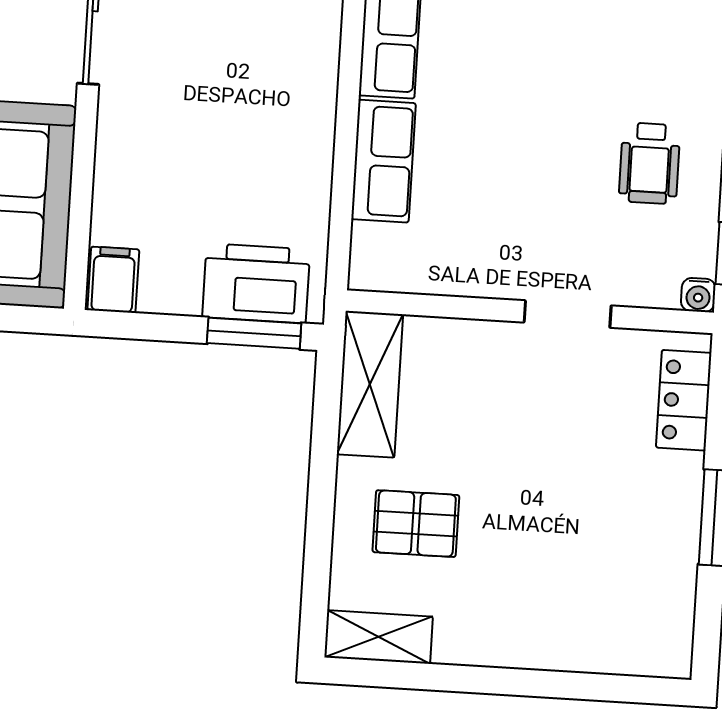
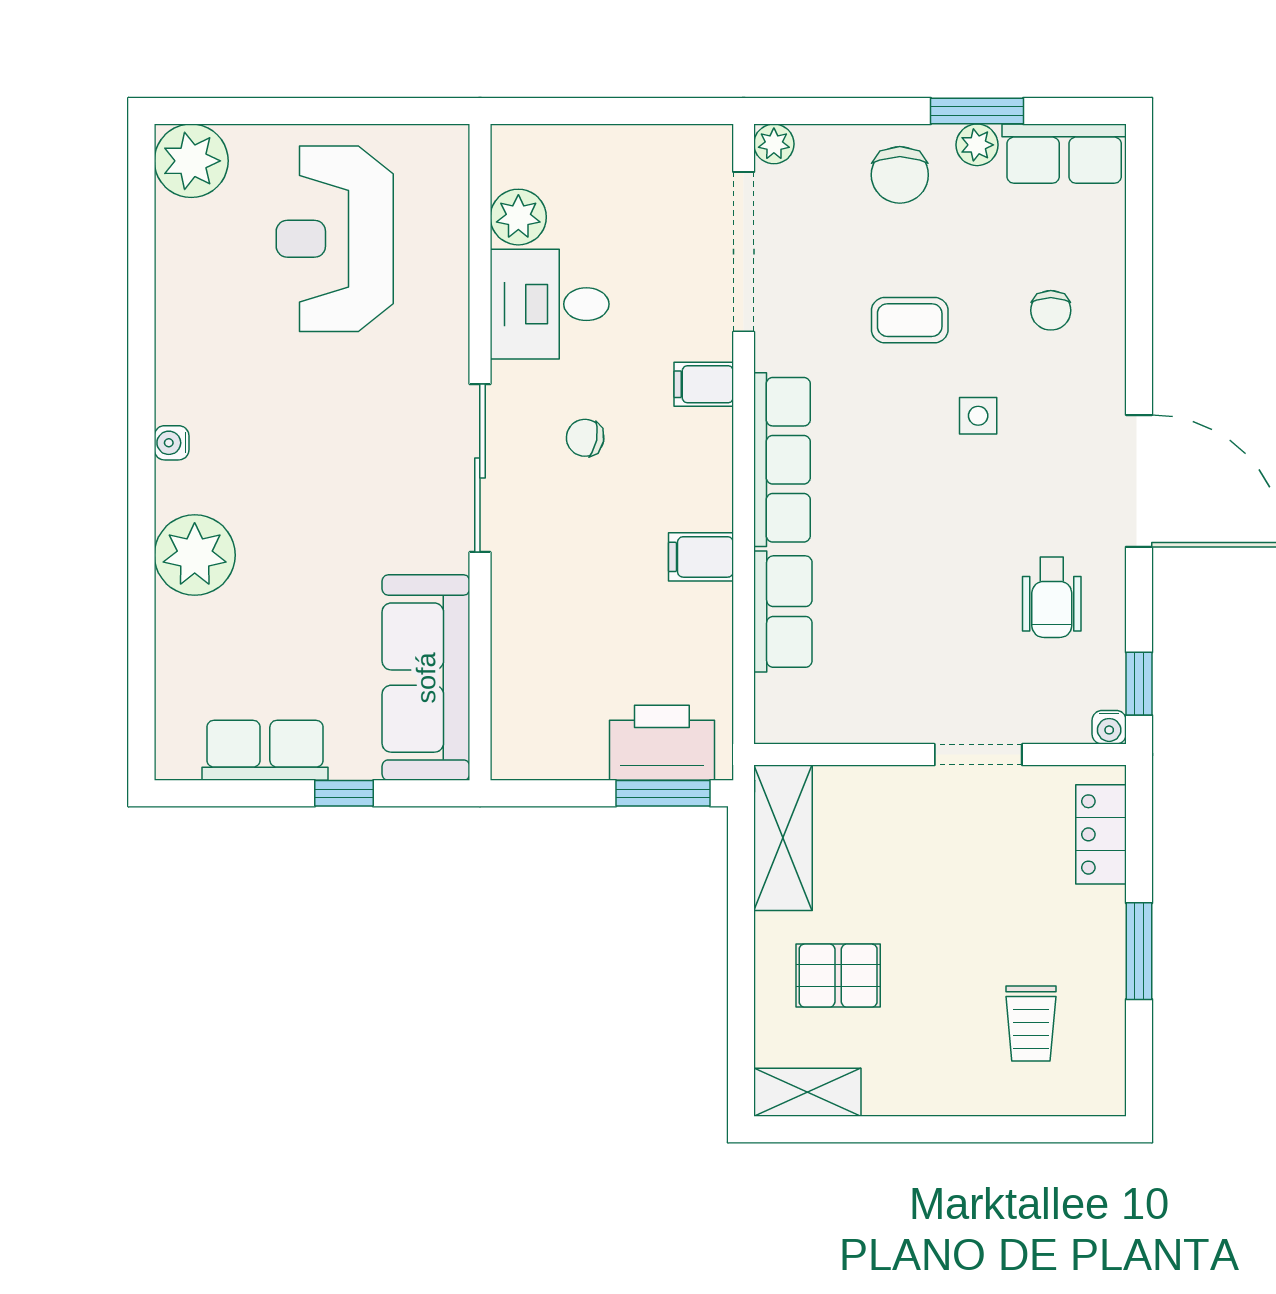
filing cabinet: (113, 280) -> (701, 557), moved, turned -90
trolley: (603, 583) -> (1031, 1024), added

